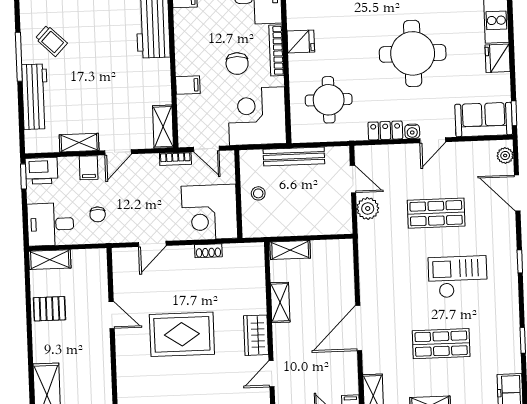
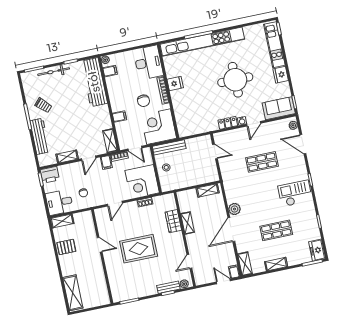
round table: (329, 100) -> (195, 112), removed
bench: (294, 156) -> (169, 147), moved
filing cabinet: (89, 168) -> (106, 162), moved
plant: (368, 209) -> (234, 209), moved
shelving: (290, 250) -> (208, 190), moved
checkout: (458, 277) -> (295, 193), moved
wardrobe: (256, 335) -> (173, 221), moved

